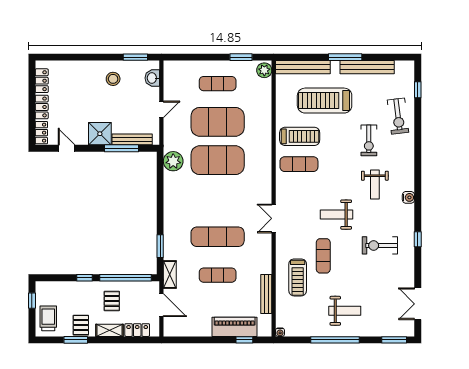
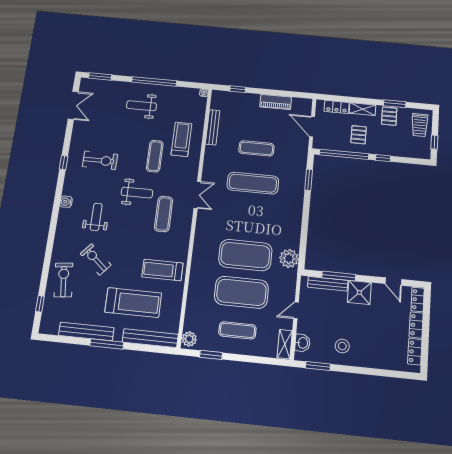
exercise bike: (369, 140) -> (96, 259), turned -49
exercise mat: (299, 164) -> (164, 214), moved, turned 90
shelving: (170, 275) -> (285, 344), moved
piano: (235, 327) -> (276, 102), moved, width x0.73, depth x0.75

